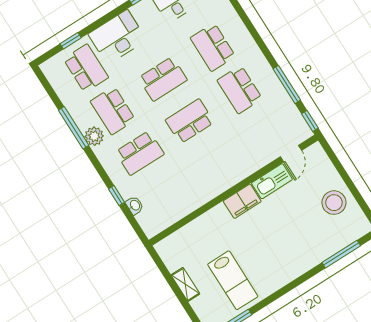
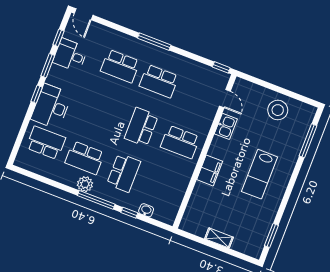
window: (71, 41) -> (37, 94), moved
school desk: (163, 79) -> (180, 142), moved, turned 90
window: (287, 84) -> (154, 42), moved
window: (74, 128) -> (96, 200), moved
kitchen sink: (272, 181) -> (226, 126), width x0.73
filing cabinet: (242, 201) -> (210, 170), moved
lab bench: (233, 280) -> (260, 174), moved, turned 90

